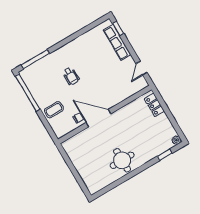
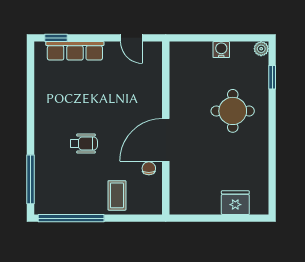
locker: (154, 105) -> (194, 51), removed
water cooler: (163, 119) -> (221, 50), added
round table: (122, 160) -> (233, 111), moved
fridge: (87, 174) -> (235, 203), added

